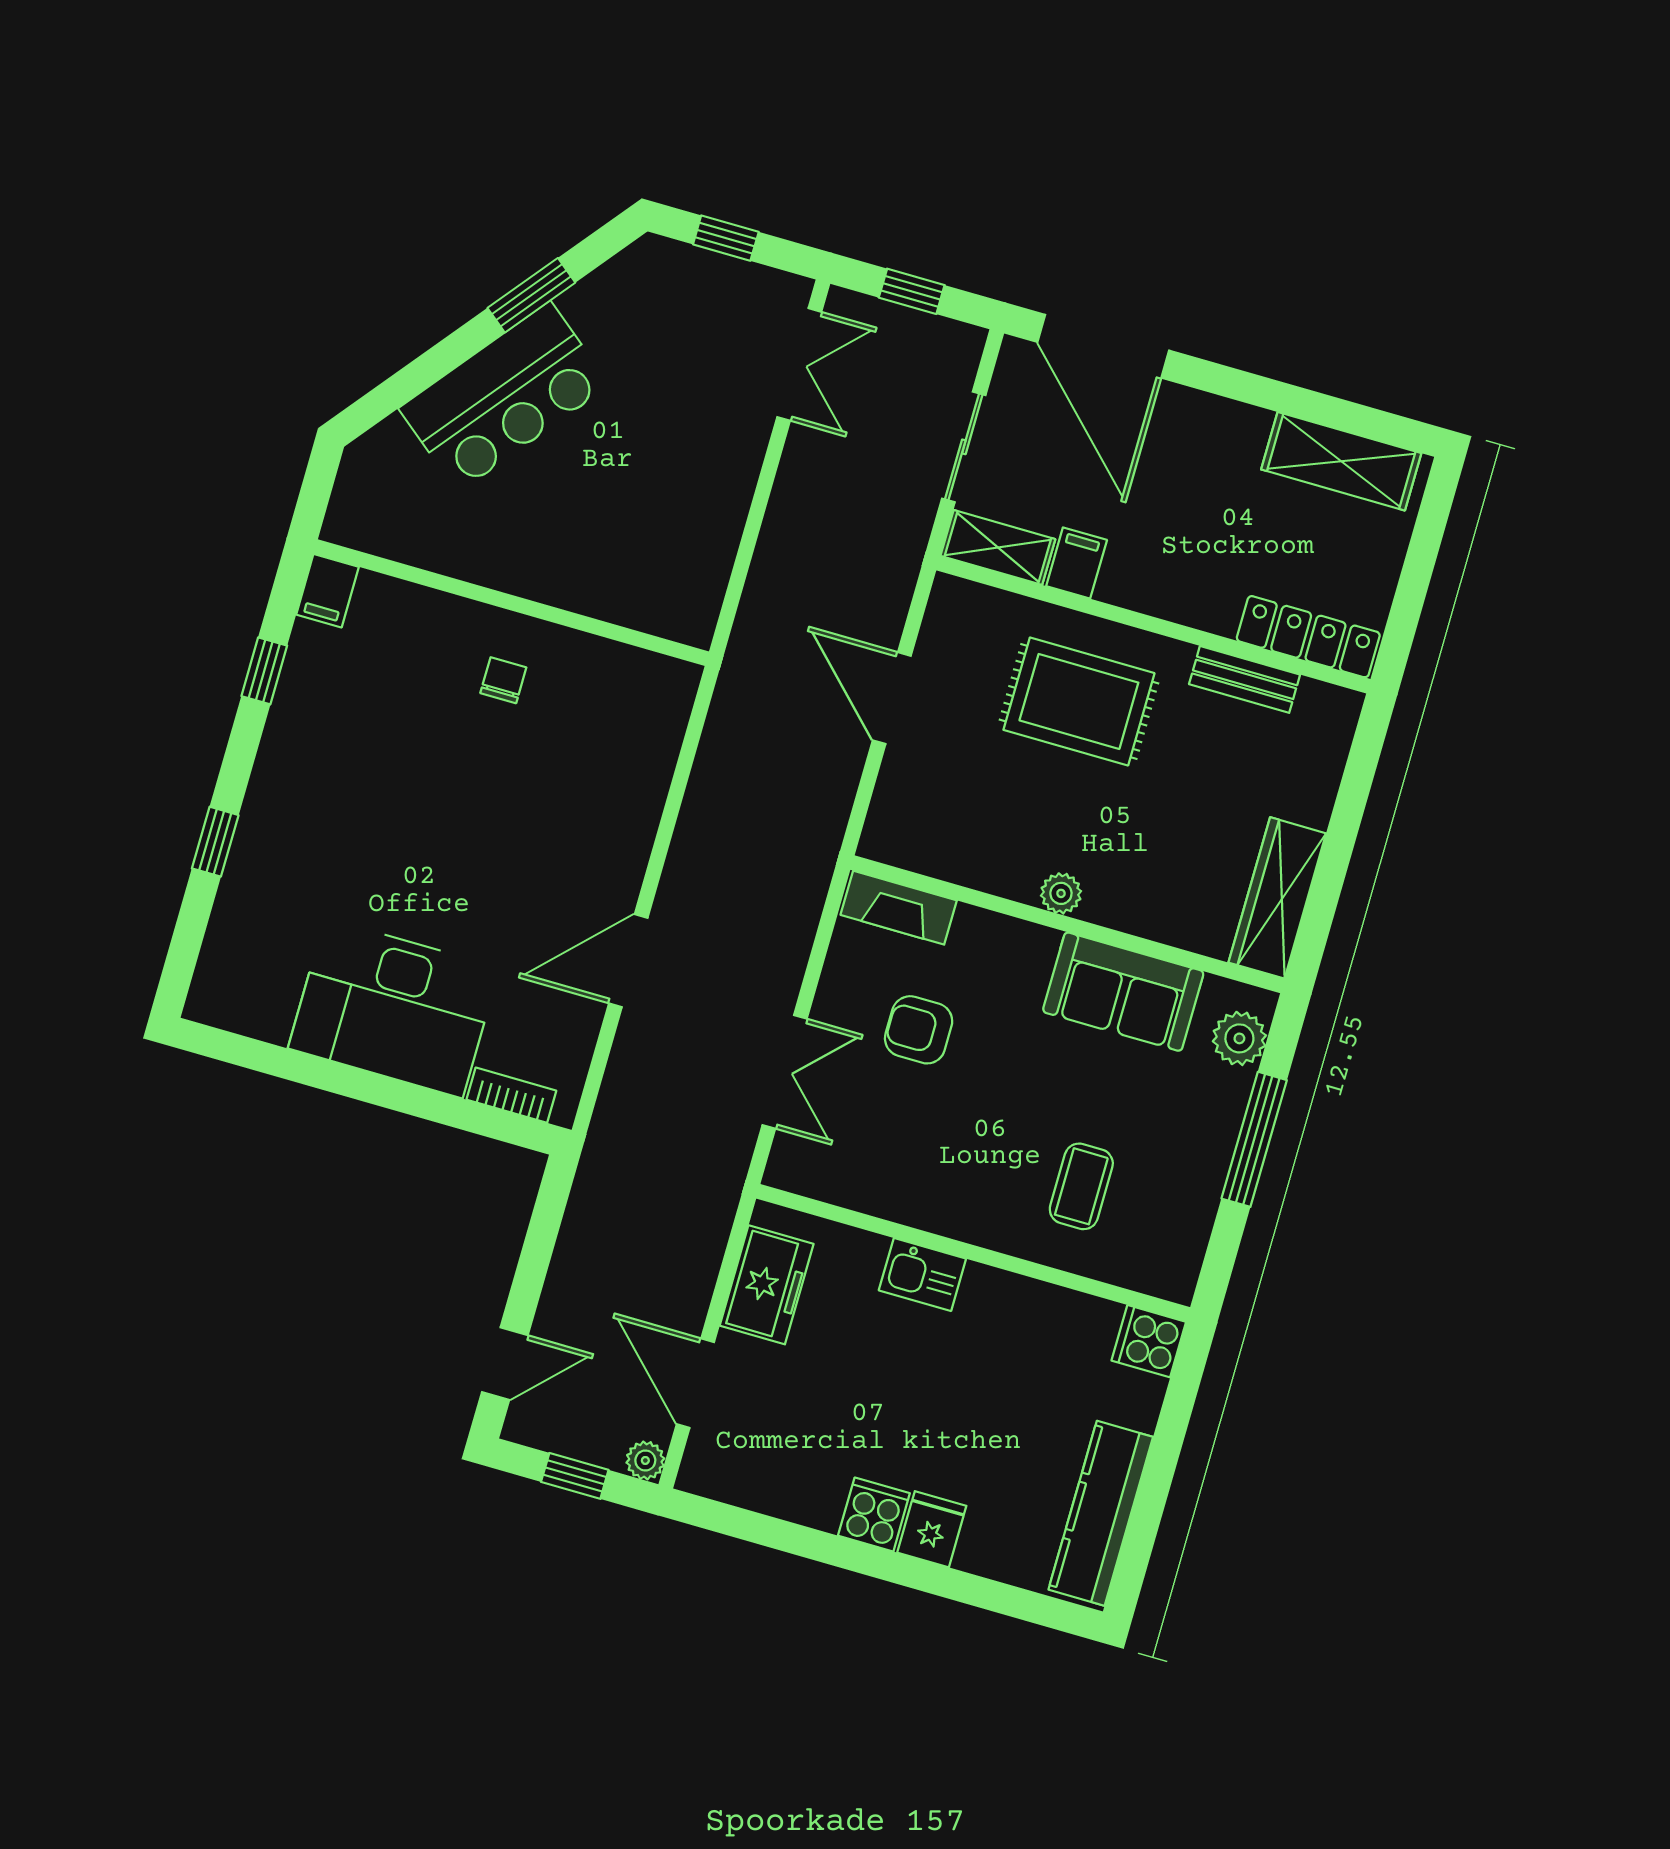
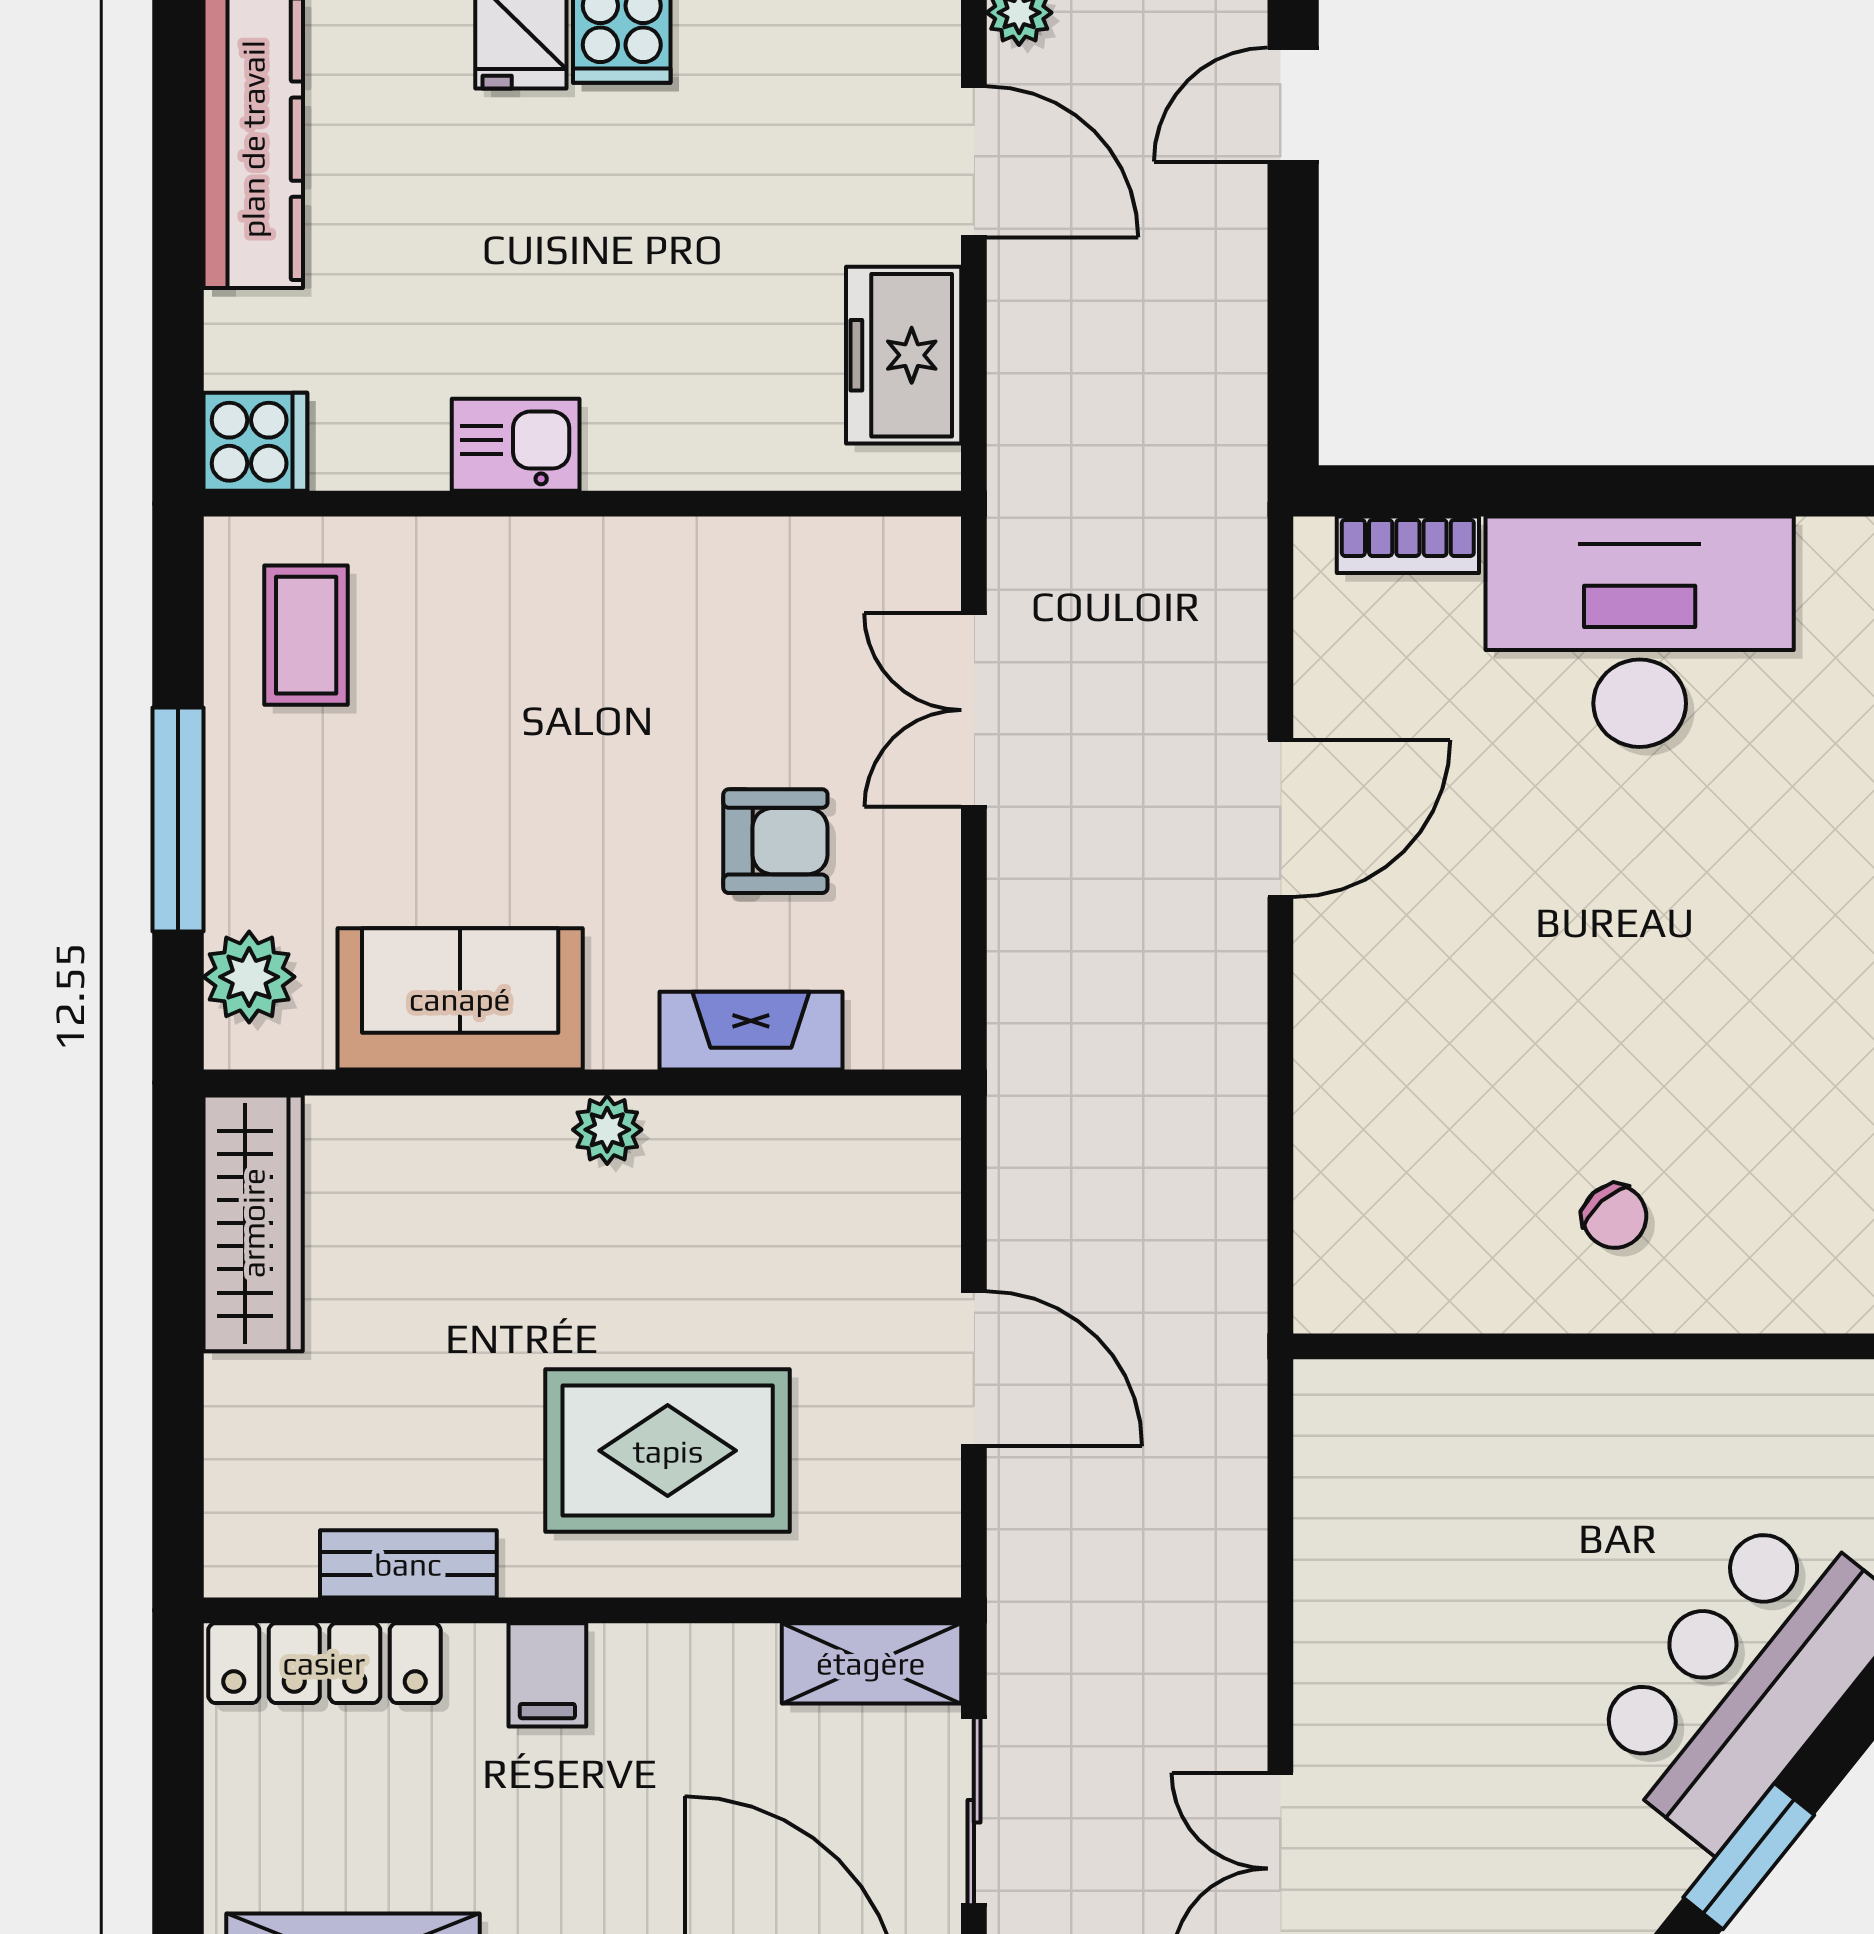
filing cabinet: (1077, 563) -> (547, 1675), moved
chair: (503, 680) -> (1615, 1216), turned -42
fireplace: (899, 908) -> (751, 1031), moved
coffee table: (1081, 1186) -> (306, 635), moved
kitchen sink: (922, 1274) -> (516, 445), moved

